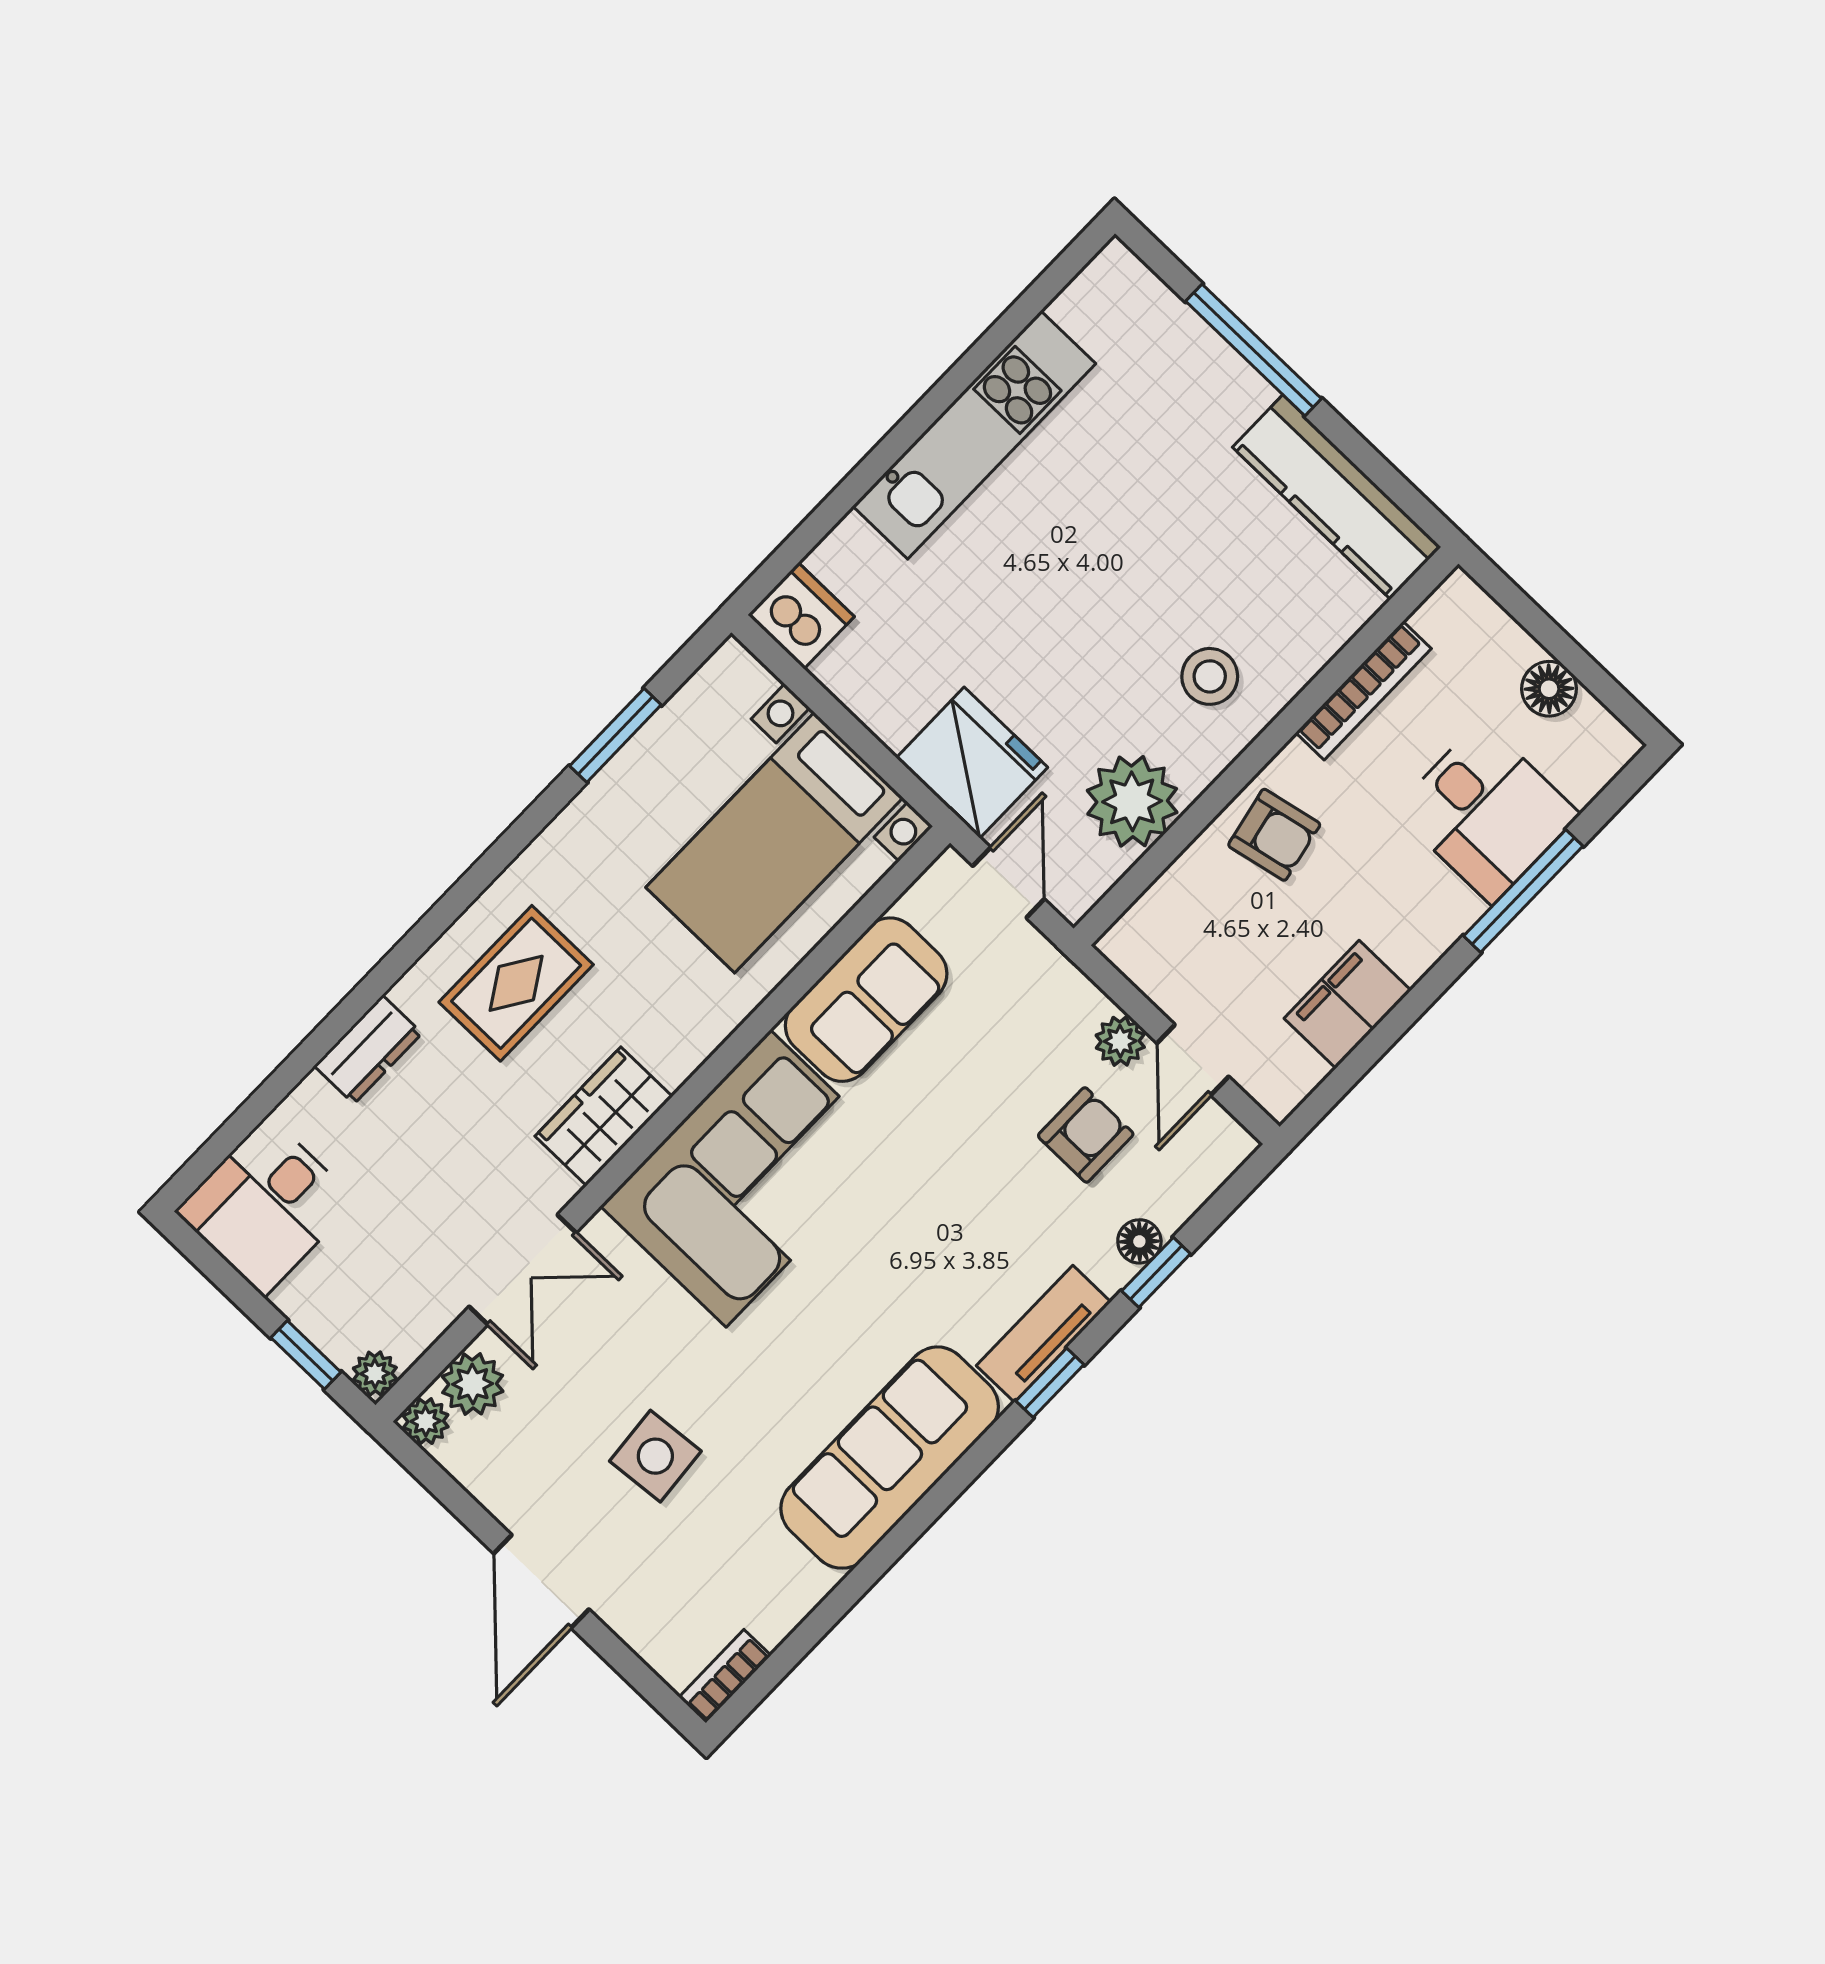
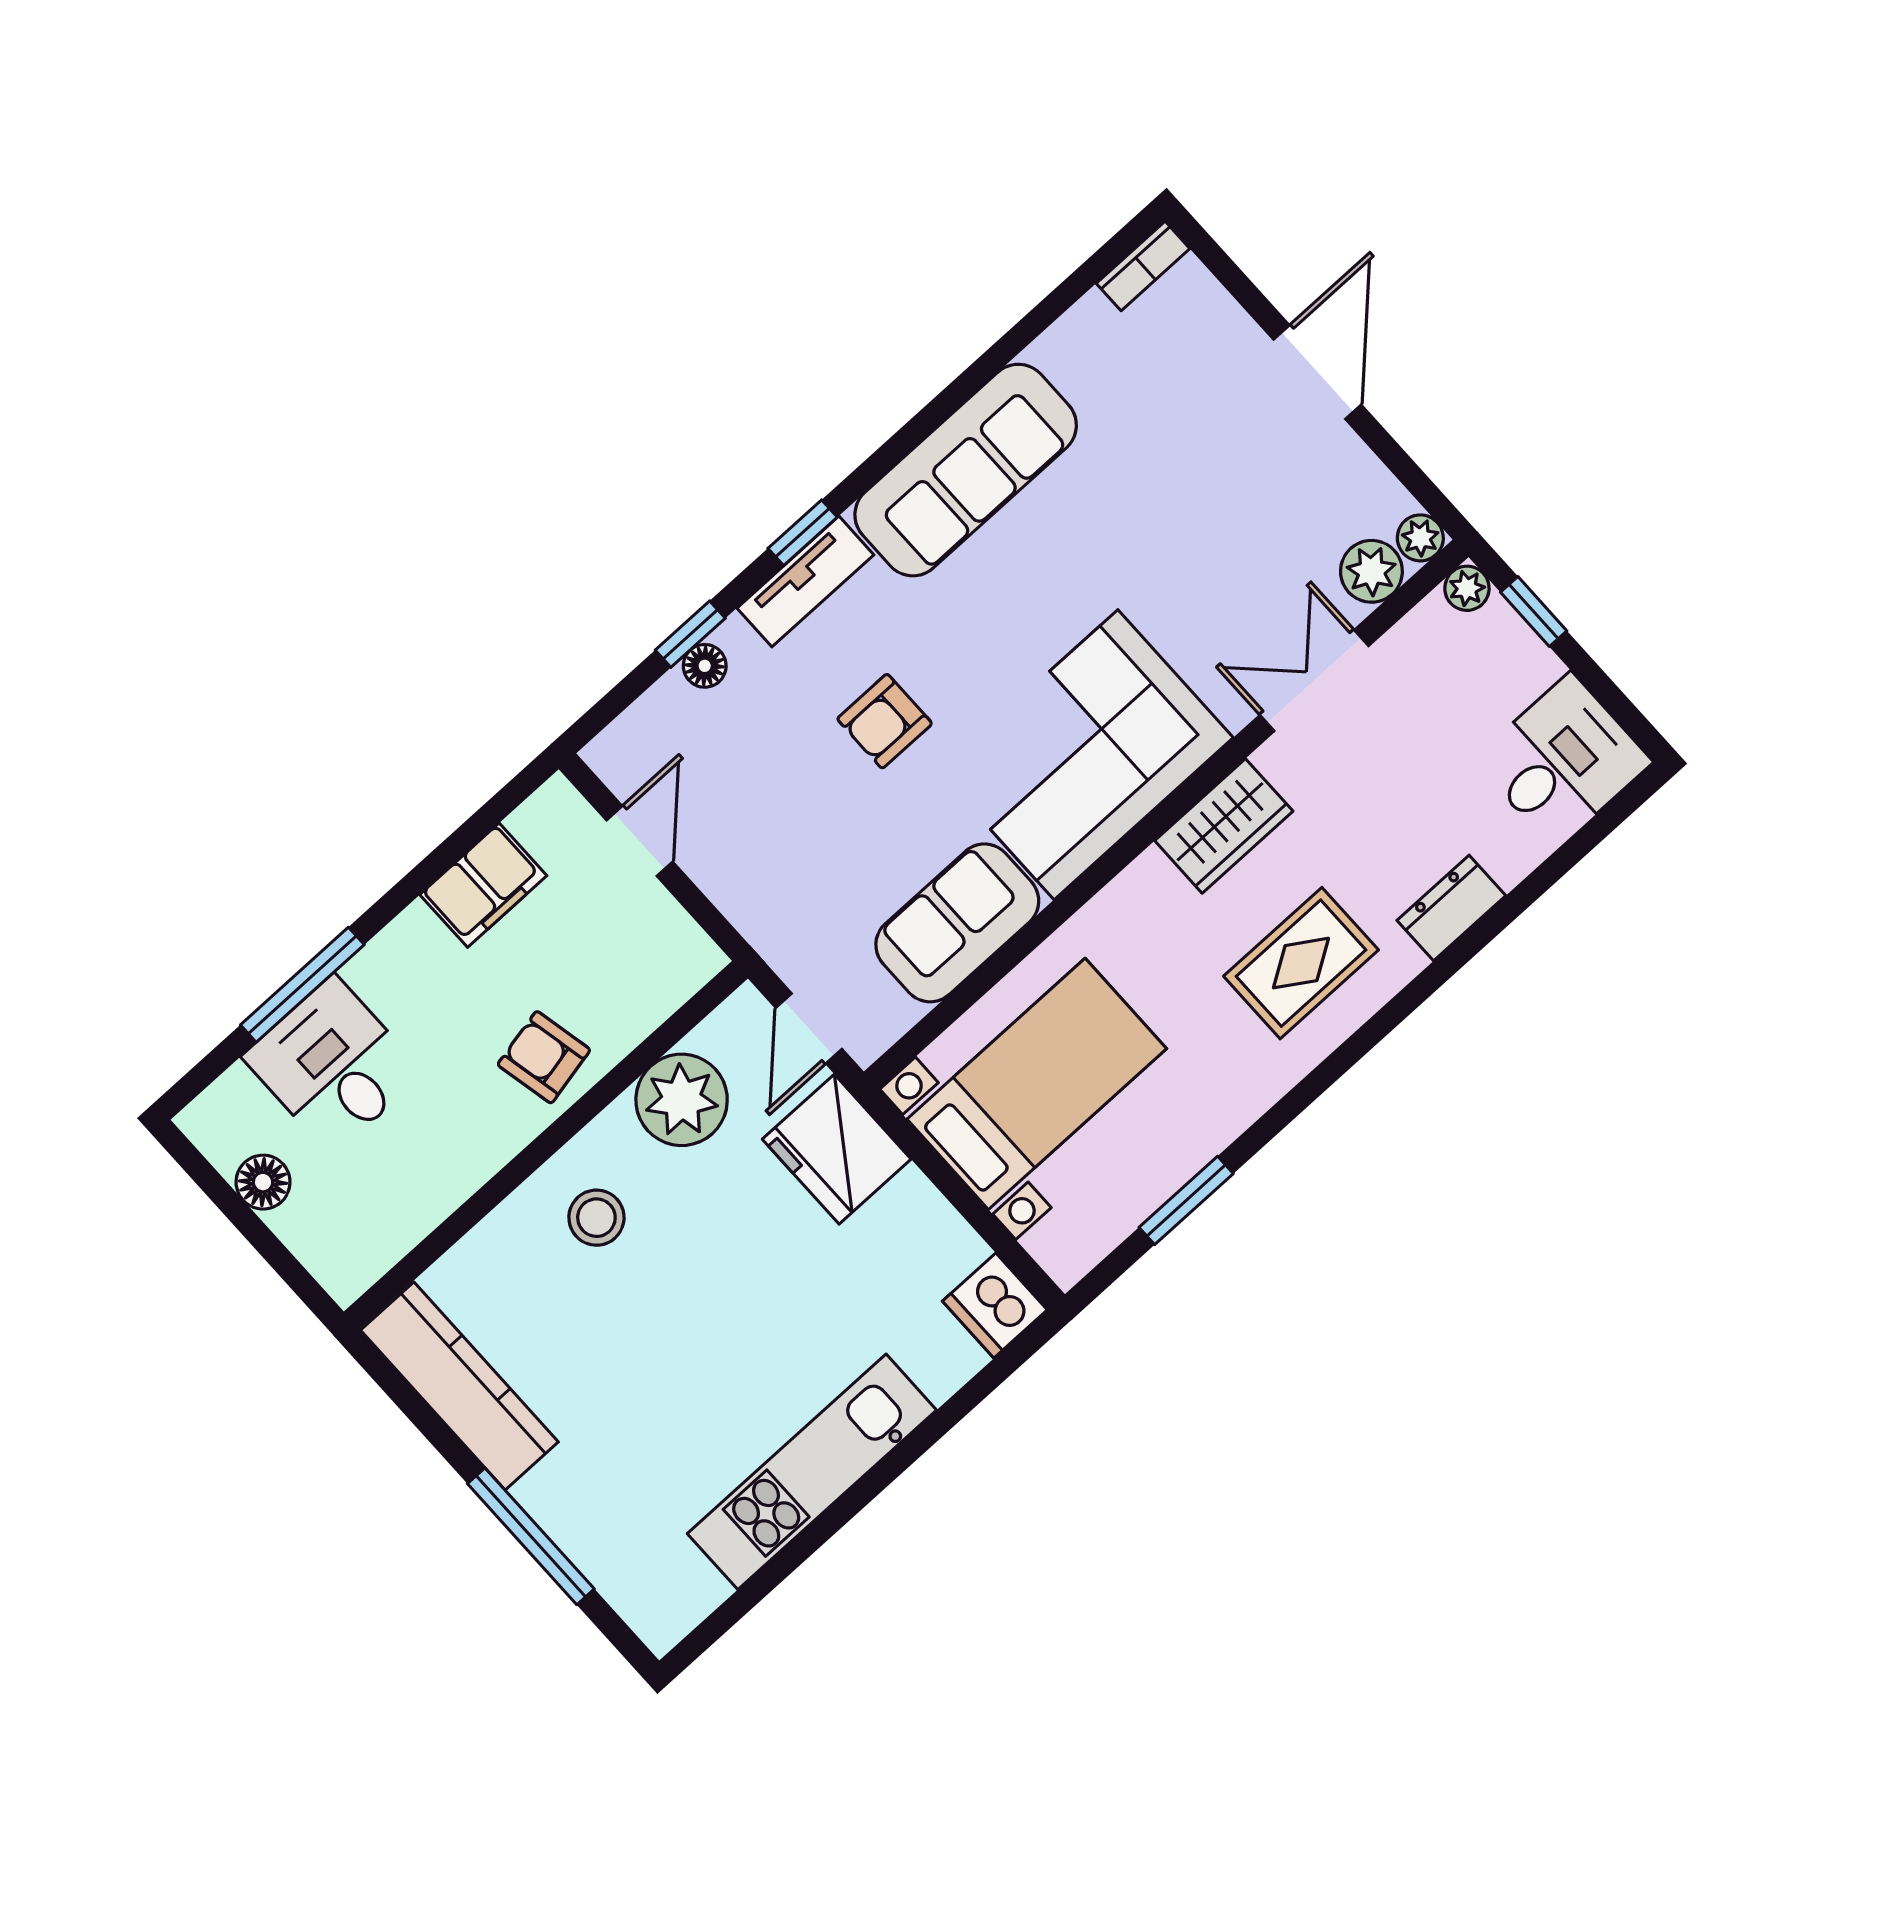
bookcase: (1364, 691) -> (446, 1193), removed
plant: (1120, 1041) -> (710, 864), removed
armchair: (1086, 1135) -> (885, 721), moved
side table: (655, 1456) -> (1196, 488), removed

